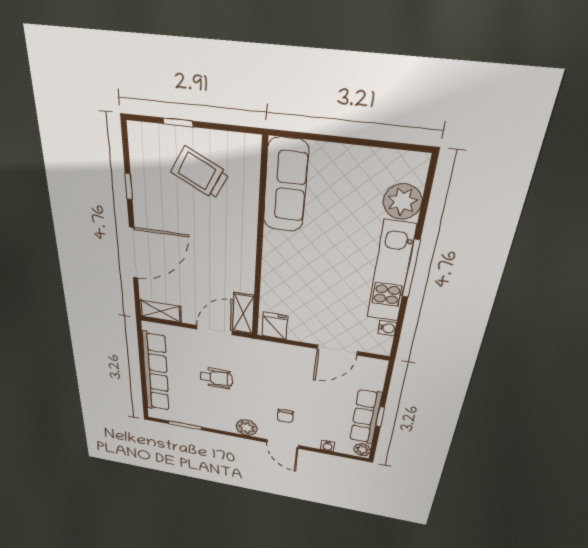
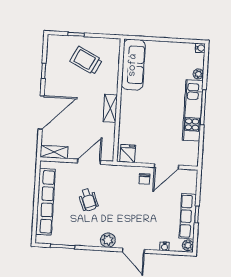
plant: (402, 202) -> (198, 74), width x0.53, depth x0.53
shelving: (243, 314) -> (110, 108), moved
water cooler: (387, 328) -> (200, 48), moved
wheelchair: (217, 378) -> (88, 200), turned 69
chair: (285, 416) -> (144, 179), moved

